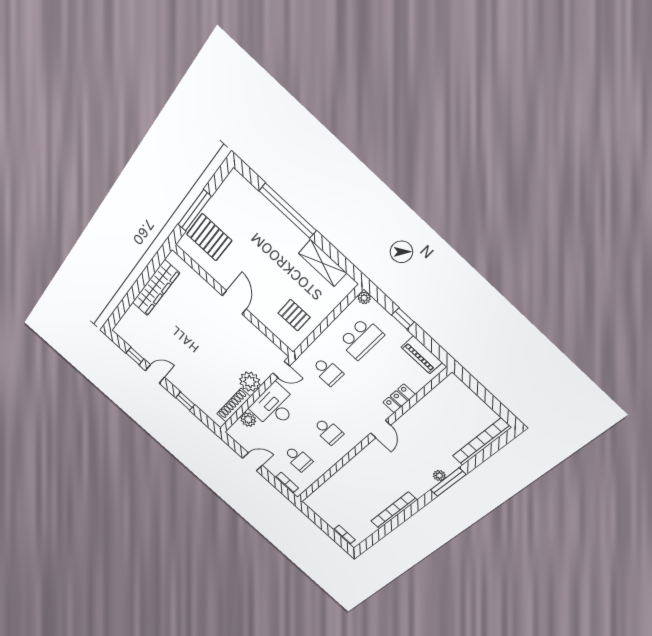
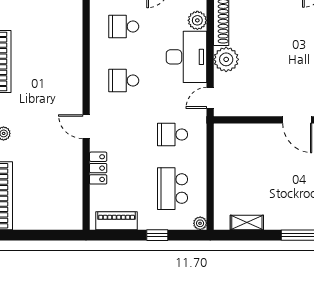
shelving: (322, 263) -> (247, 222), width x0.67, depth x0.75
pallet: (294, 315) -> (240, 156), removed

